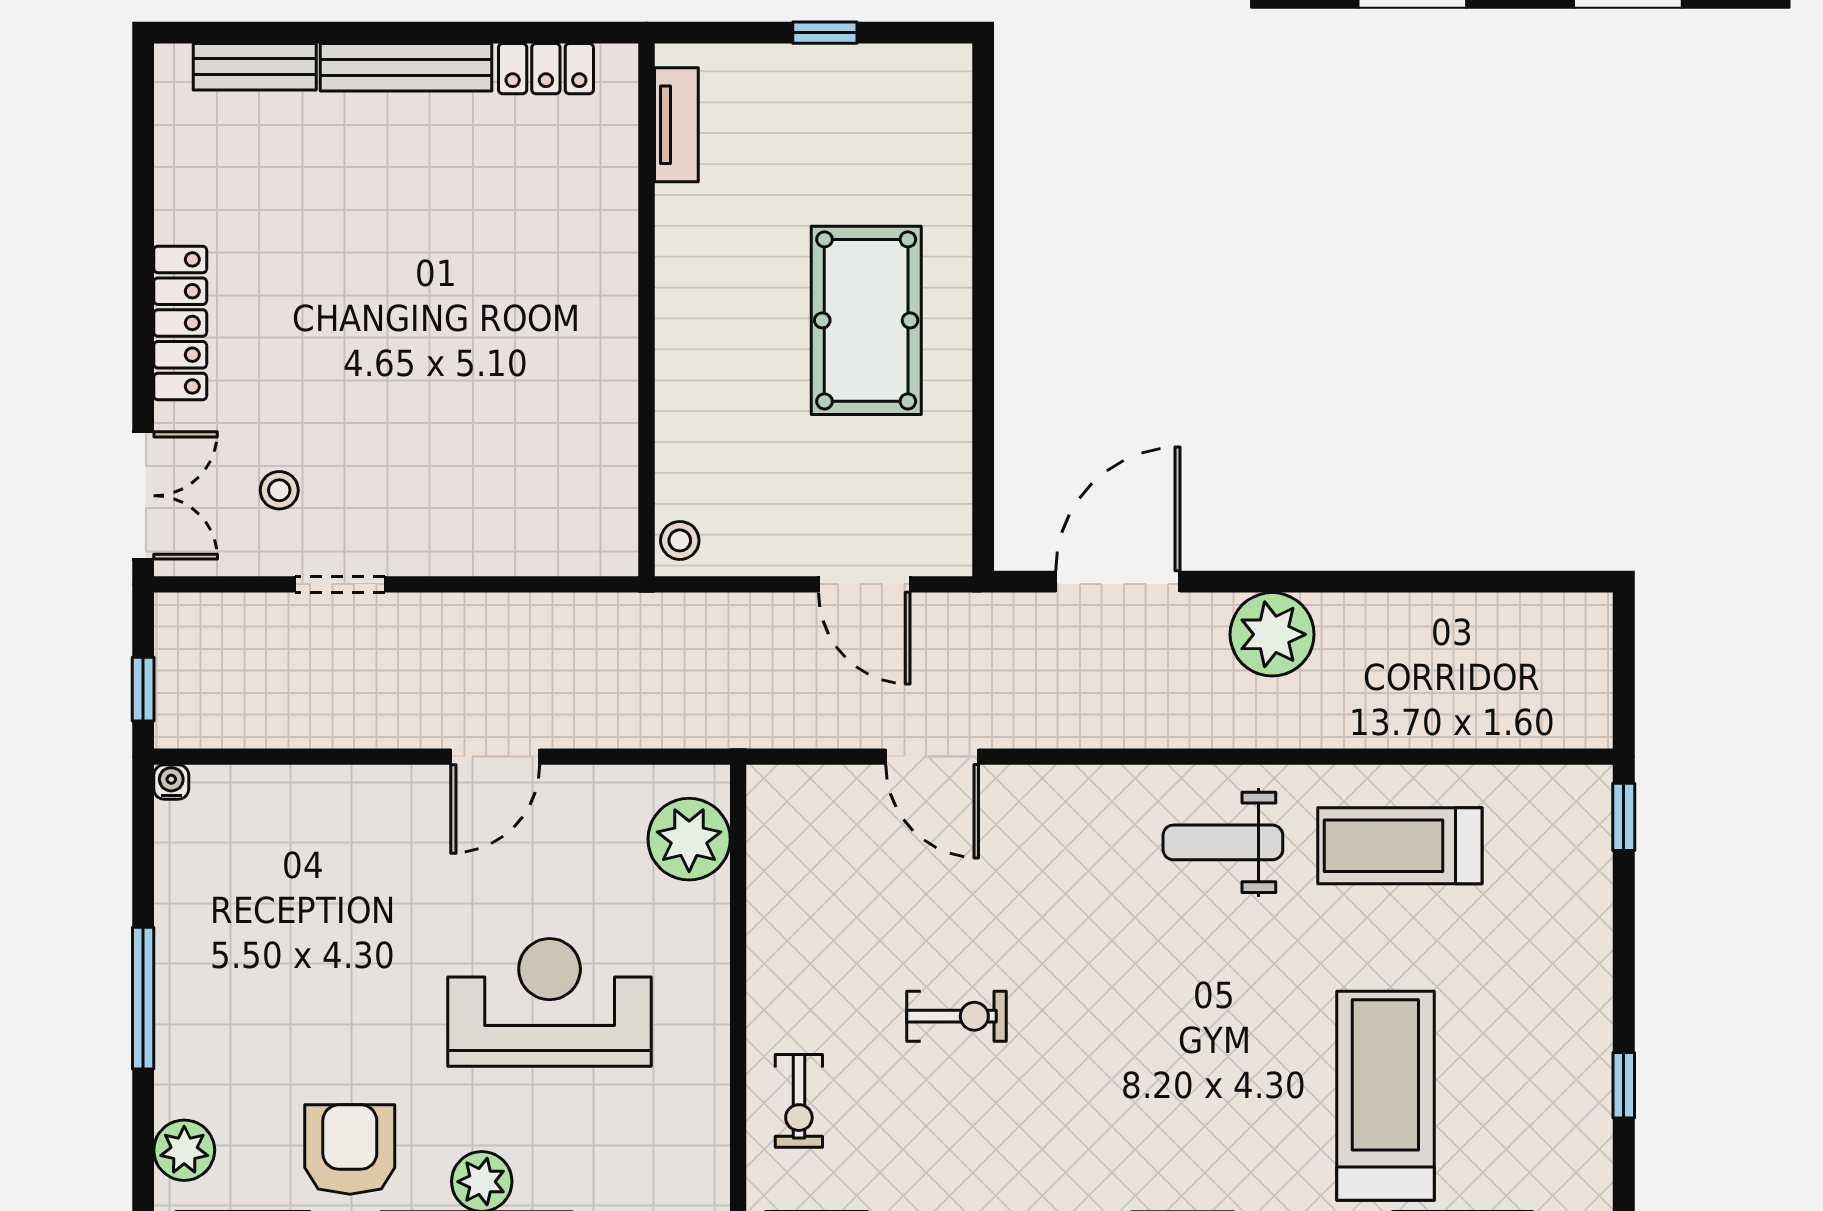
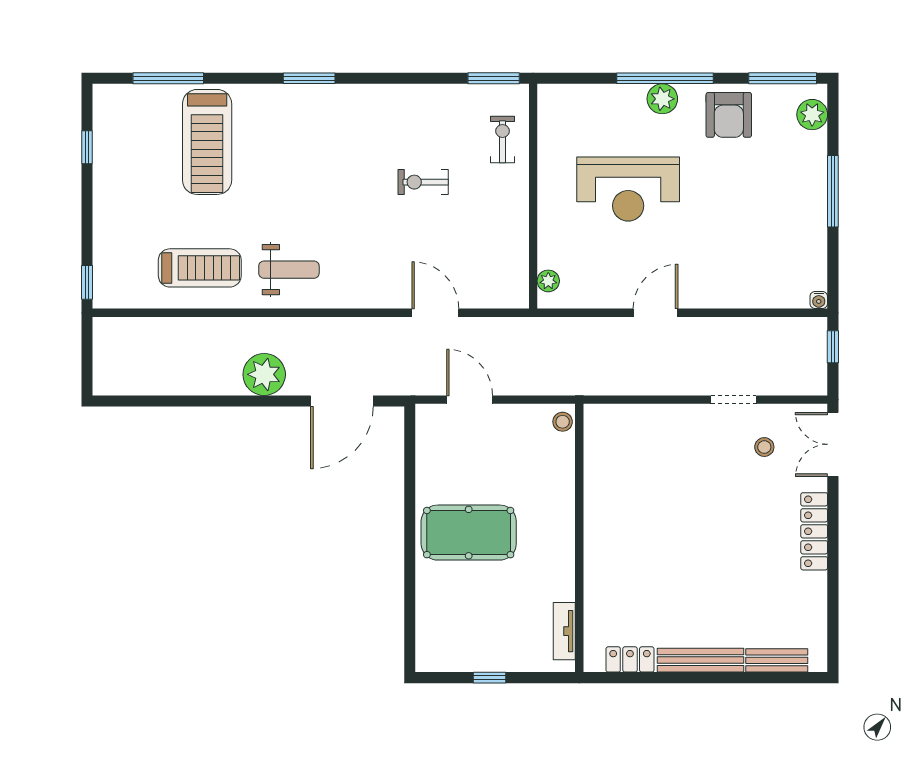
pool table: (866, 320) -> (469, 533), turned 90
plant: (689, 839) -> (548, 281), width x0.53, depth x0.53

